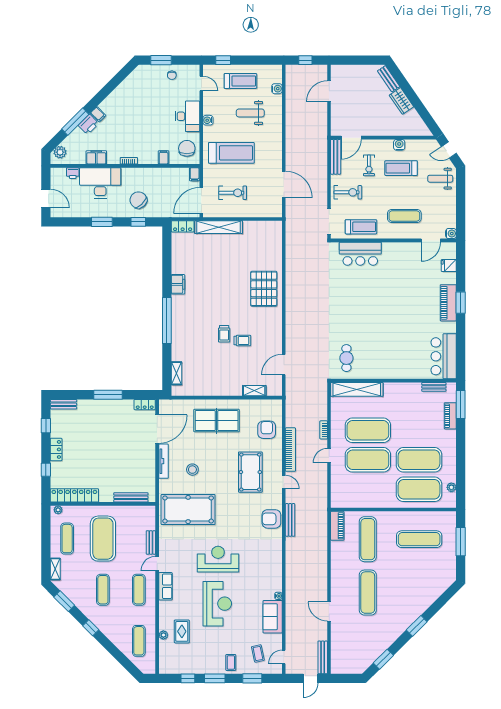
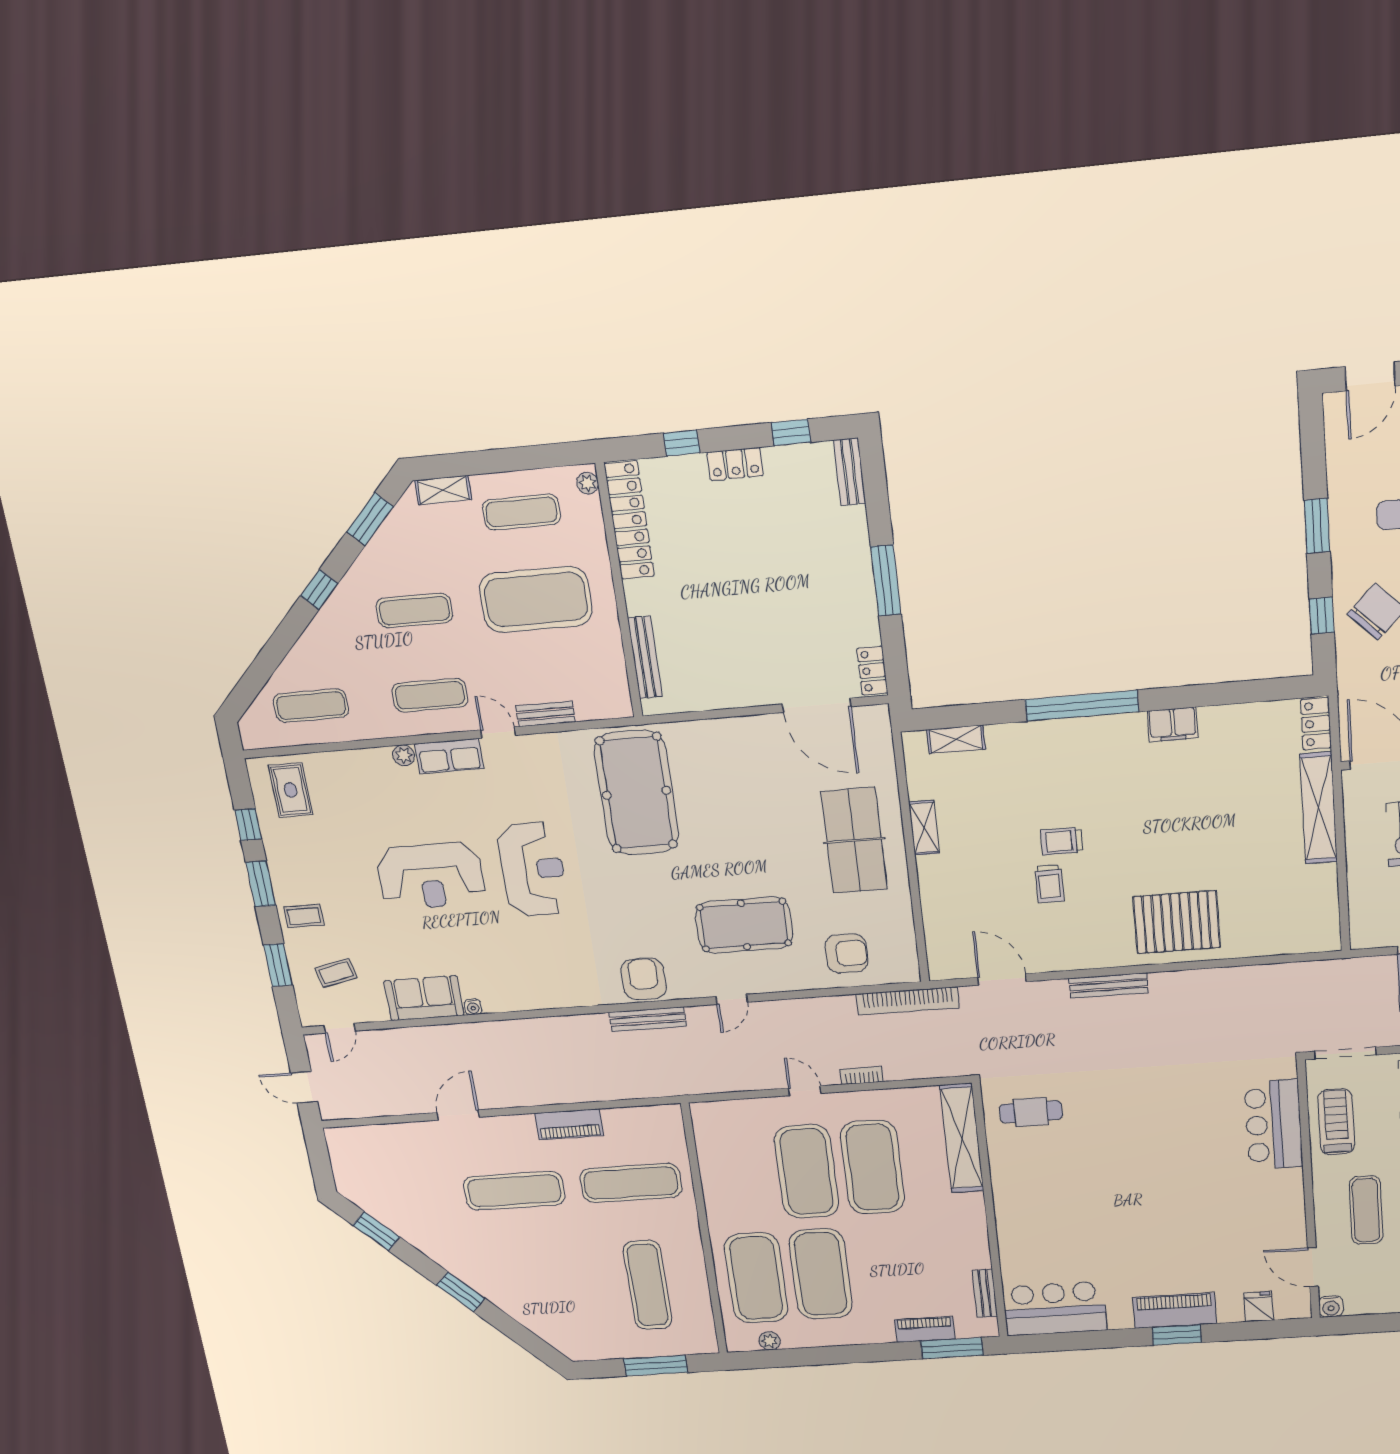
treadmill: (361, 227) -> (1336, 1122), turned 180
shelving: (254, 391) -> (924, 828), moved
bookcase: (290, 450) -> (908, 1001), moved
tv unit: (164, 461) -> (742, 727), removed
stool: (192, 470) -> (732, 795), removed
piano: (337, 526) -> (569, 1124), moved
rug: (182, 631) -> (291, 790), moved, turned 90
plant: (163, 635) -> (404, 755), moved
door: (284, 657) -> (339, 1028), swing flipped
bench: (323, 657) -> (1109, 985), moved

